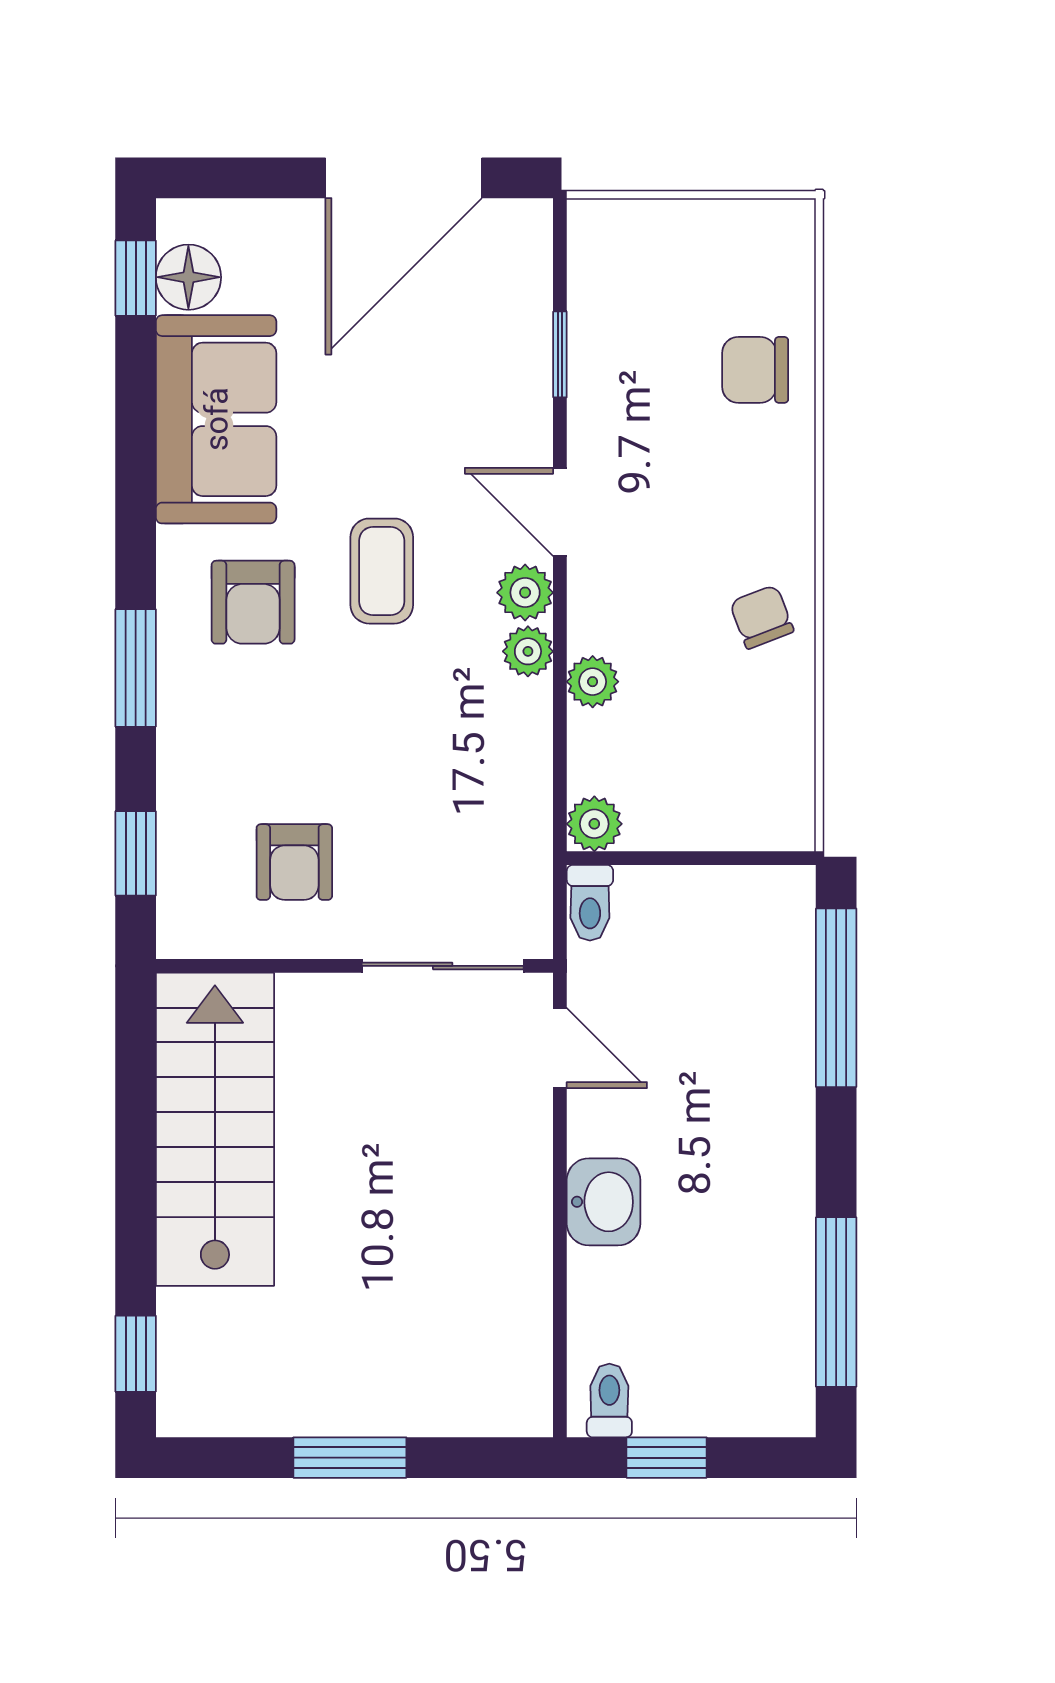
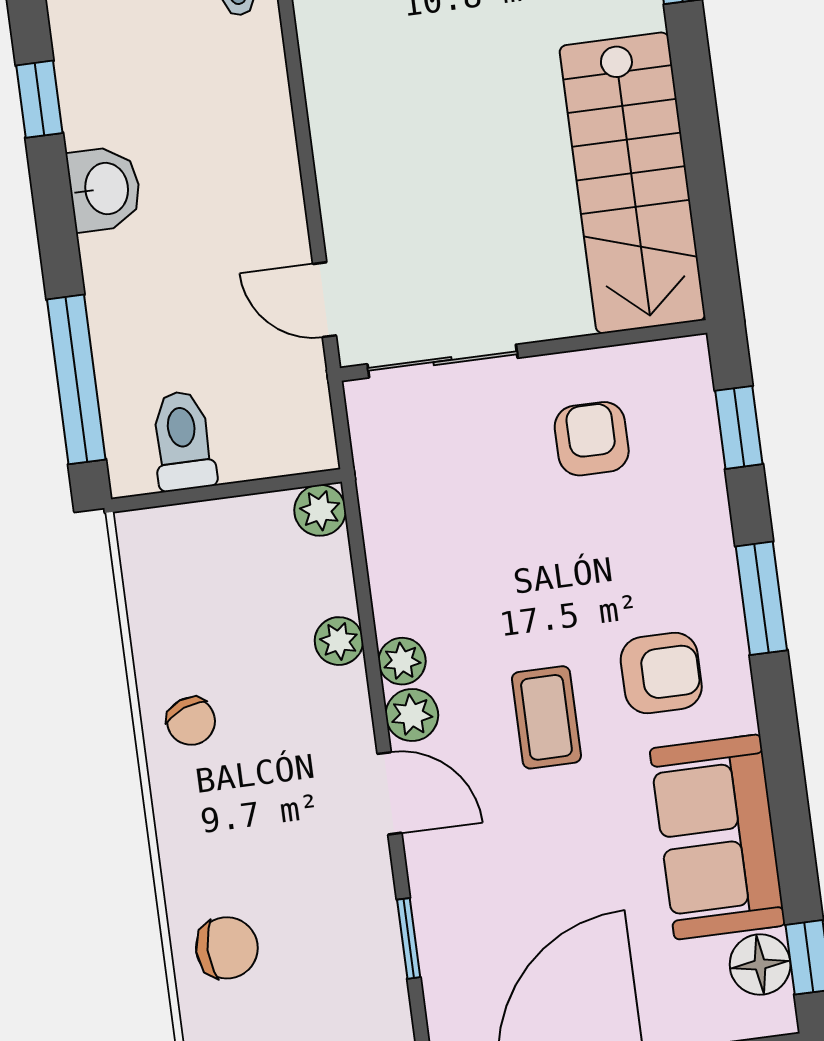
armchair: (253, 602) -> (661, 673), turned 90
toilet: (590, 903) -> (183, 441), moved, width x1.37, depth x1.39
washbasin: (604, 1202) -> (105, 189), moved, turned 180
window: (836, 1302) -> (39, 99), width x0.46

